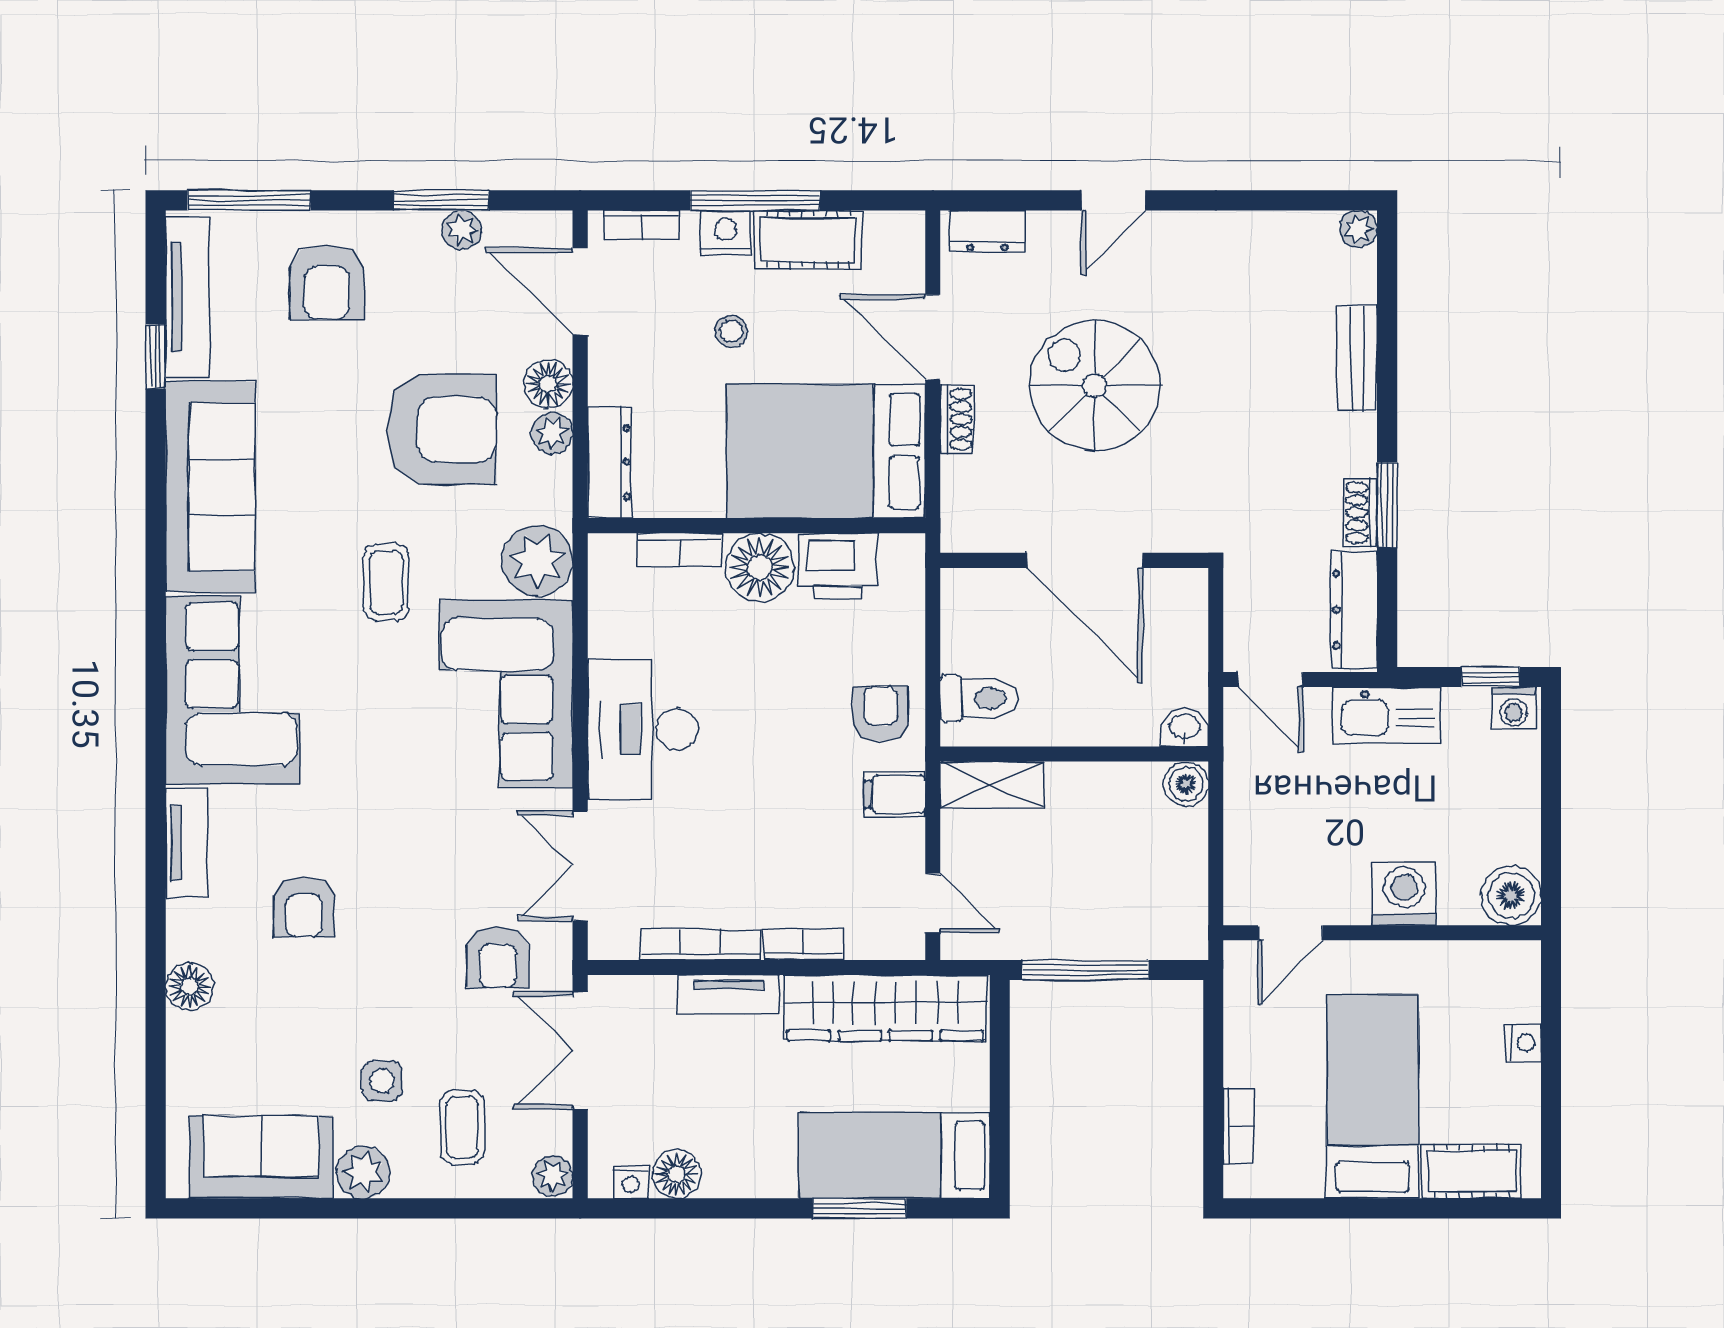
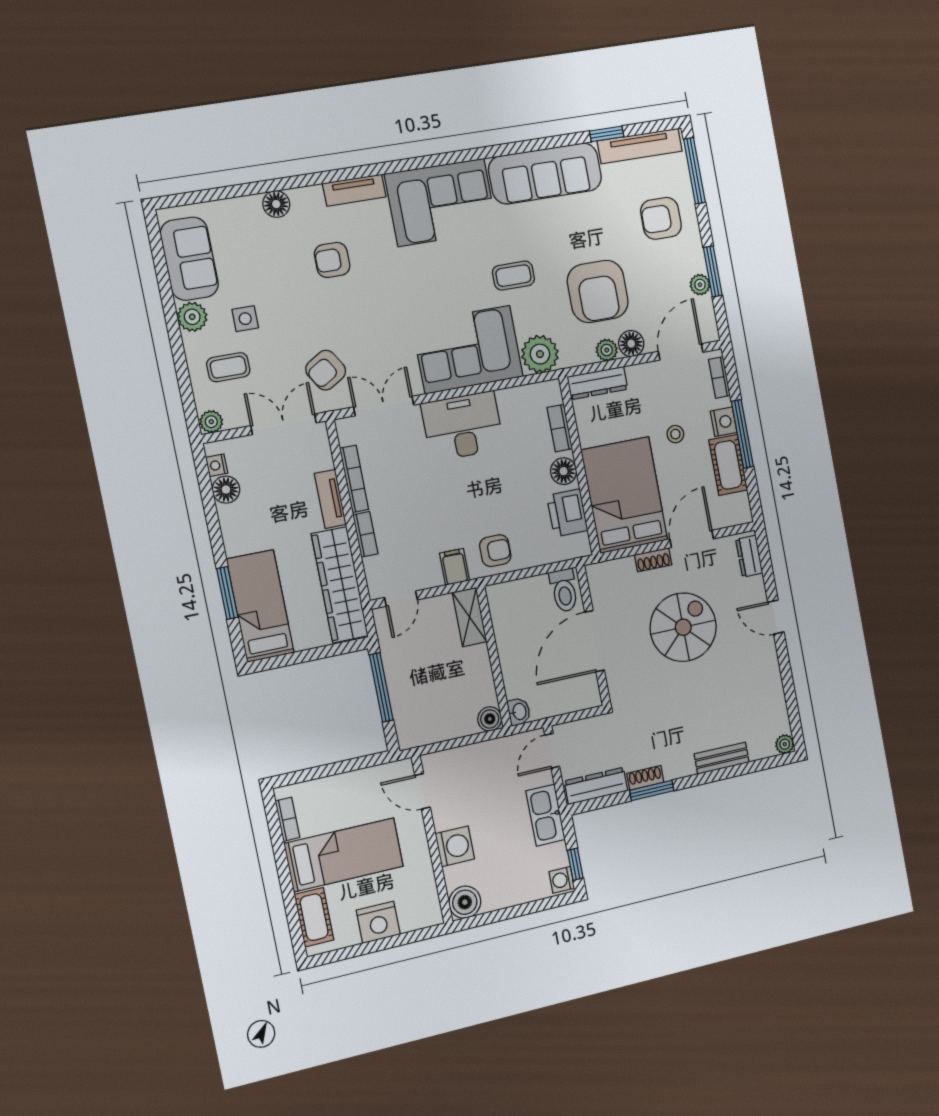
floor lamp: (760, 567) -> (564, 471), width x0.73, depth x0.73
toilet: (979, 698) -> (564, 590), moved
armchair: (498, 957) -> (326, 370), turned -31
nightstand: (1523, 1043) -> (378, 922), width x1.89, depth x1.79
bookcase: (1238, 1126) -> (287, 819), moved, turned -90

